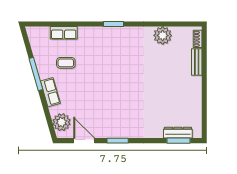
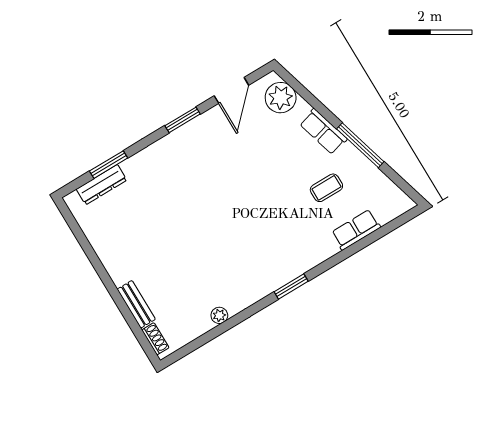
plant: (163, 35) -> (219, 315), width x0.53, depth x0.53
door: (84, 141) -> (231, 90), hinge flipped
window: (179, 141) -> (109, 165), moved

